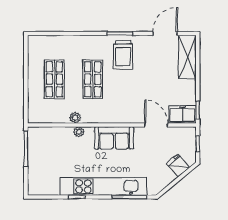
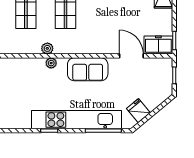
fridge: (178, 166) -> (138, 111), moved

